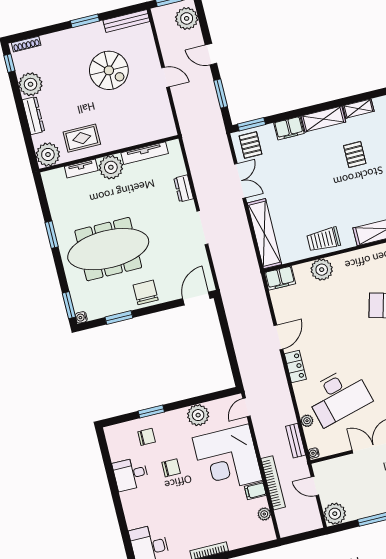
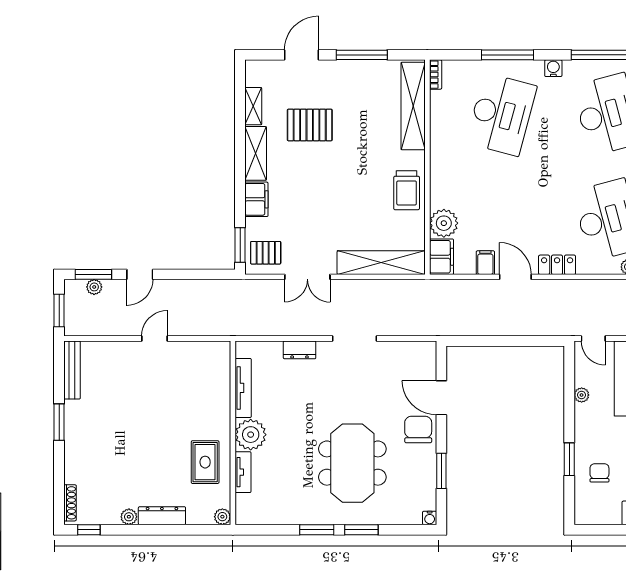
plant: (187, 18) -> (94, 287), width x0.53, depth x0.53
spiral stairs: (109, 70) -> (129, 407), removed
plant: (31, 84) -> (129, 517), width x0.53, depth x0.53
window: (221, 93) -> (93, 274), moved
plant: (48, 155) -> (222, 517), width x0.53, depth x0.53
pallet: (355, 155) -> (310, 125), width x1.50, depth x1.42
double door: (240, 181) -> (307, 277), swing flipped
meeting table: (108, 249) -> (352, 463), width x0.73
plant: (322, 270) -> (444, 223), moved
chair: (146, 292) -> (418, 430), turned 90
door: (196, 298) -> (441, 398), moved
window: (69, 305) -> (361, 530), moved
filing cabinet: (284, 312) -> (485, 263), added
plant: (198, 415) -> (582, 395), width x0.53, depth x0.53

